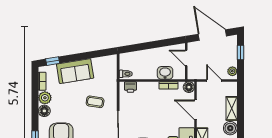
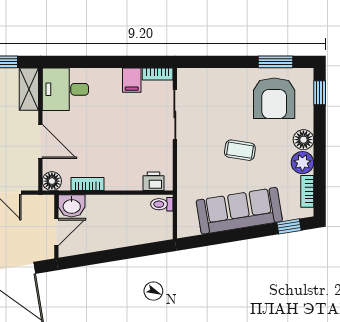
door: (186, 58) -> (56, 232), hinge flipped
sofa: (75, 71) -> (239, 211), width x1.36
washbasin: (165, 73) -> (72, 206), moved
coffee table: (95, 102) -> (240, 150), moved

